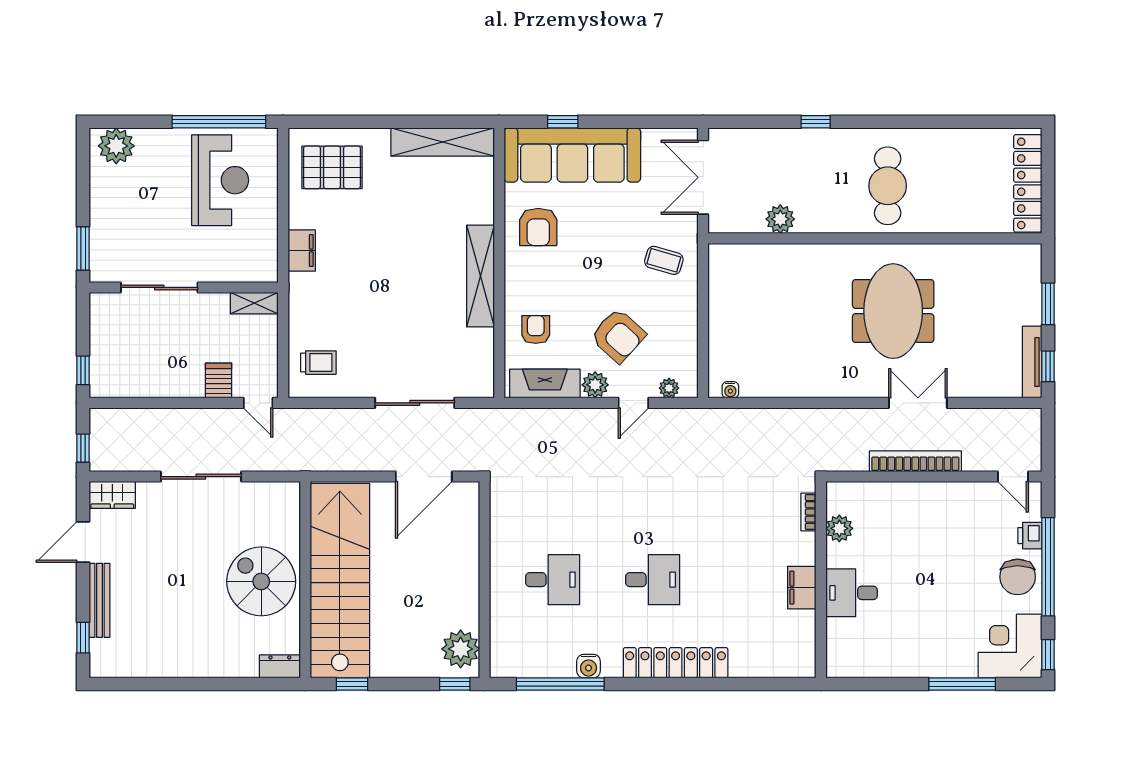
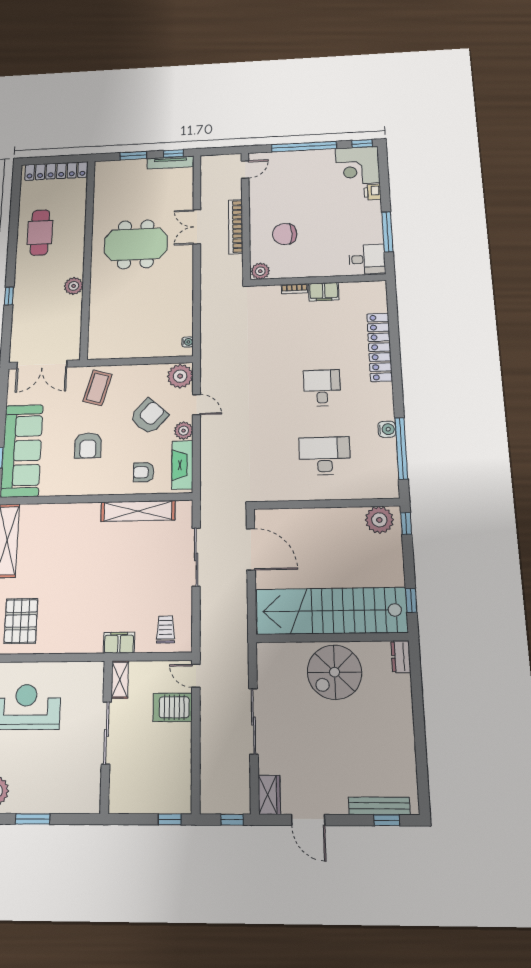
cafe table: (888, 186) -> (40, 233), moved, turned 90
plant: (780, 219) -> (74, 286), moved
armchair: (538, 227) -> (88, 445), moved, turned 90
window: (83, 249) -> (33, 819), moved
filing cabinet: (302, 250) -> (119, 643), moved
coffee table: (664, 260) -> (97, 388), width x1.36, depth x1.30
shelving: (480, 276) -> (138, 511), moved
sliding door: (159, 287) -> (106, 733), moved
server rack: (219, 381) -> (173, 707), width x1.36, depth x1.44
plant: (669, 388) -> (180, 376), width x1.87, depth x1.87
door: (258, 403) -> (196, 676), swing flipped
bookcase: (808, 512) -> (294, 289), moved
plant: (839, 528) -> (260, 271), moved
printer: (1030, 536) -> (372, 192), moved, turned 90
chair: (1018, 577) -> (285, 234), moved, turned 180
desk: (553, 580) -> (325, 456), width x1.37
desk: (852, 593) -> (367, 259), moved, turned -90
bench: (99, 600) -> (379, 806), moved
locker: (676, 663) -> (380, 347), moved
window: (962, 684) -> (387, 232), moved

